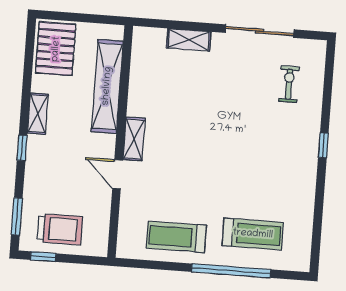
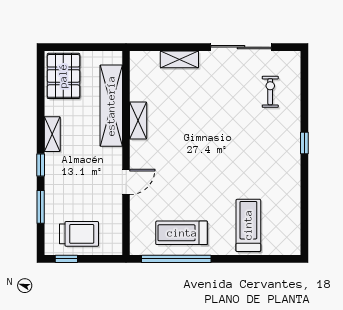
shelving: (134, 139) -> (138, 121), moved
door: (118, 174) -> (126, 182), swing flipped
window: (17, 217) -> (41, 207), moved
treadmill: (253, 234) -> (248, 225), turned -90
window: (231, 271) -> (176, 259), moved

